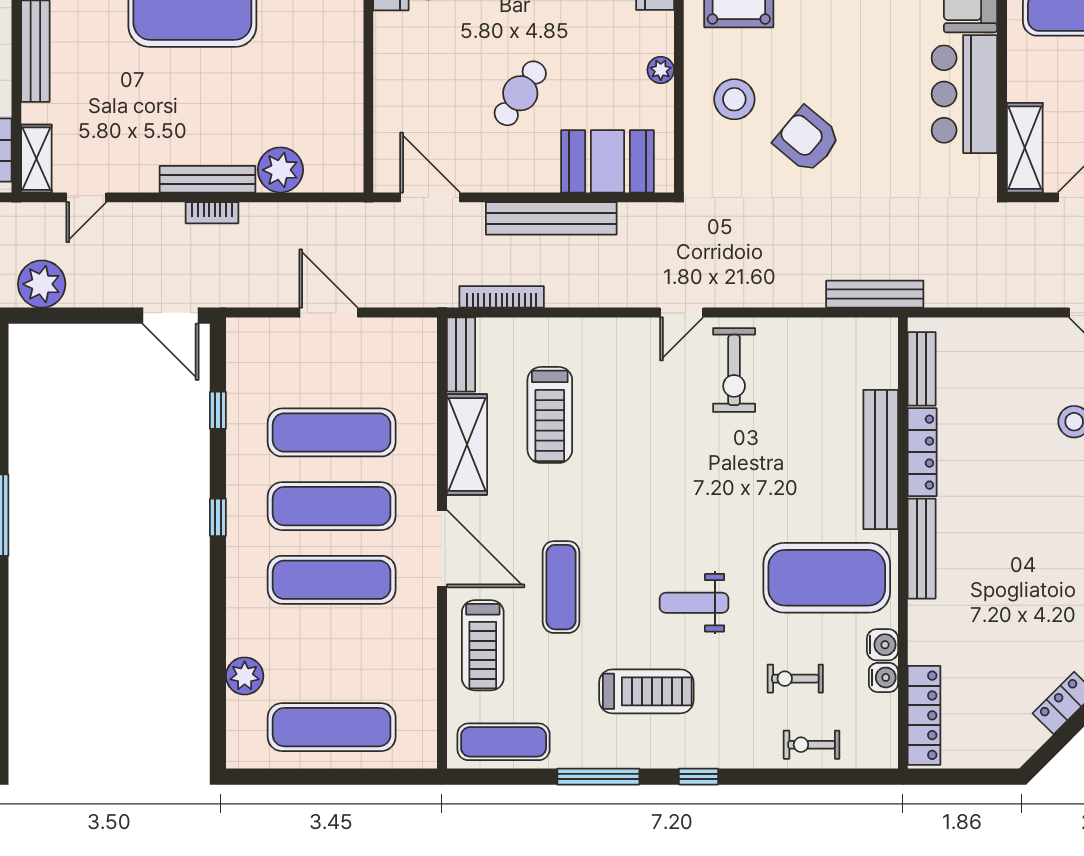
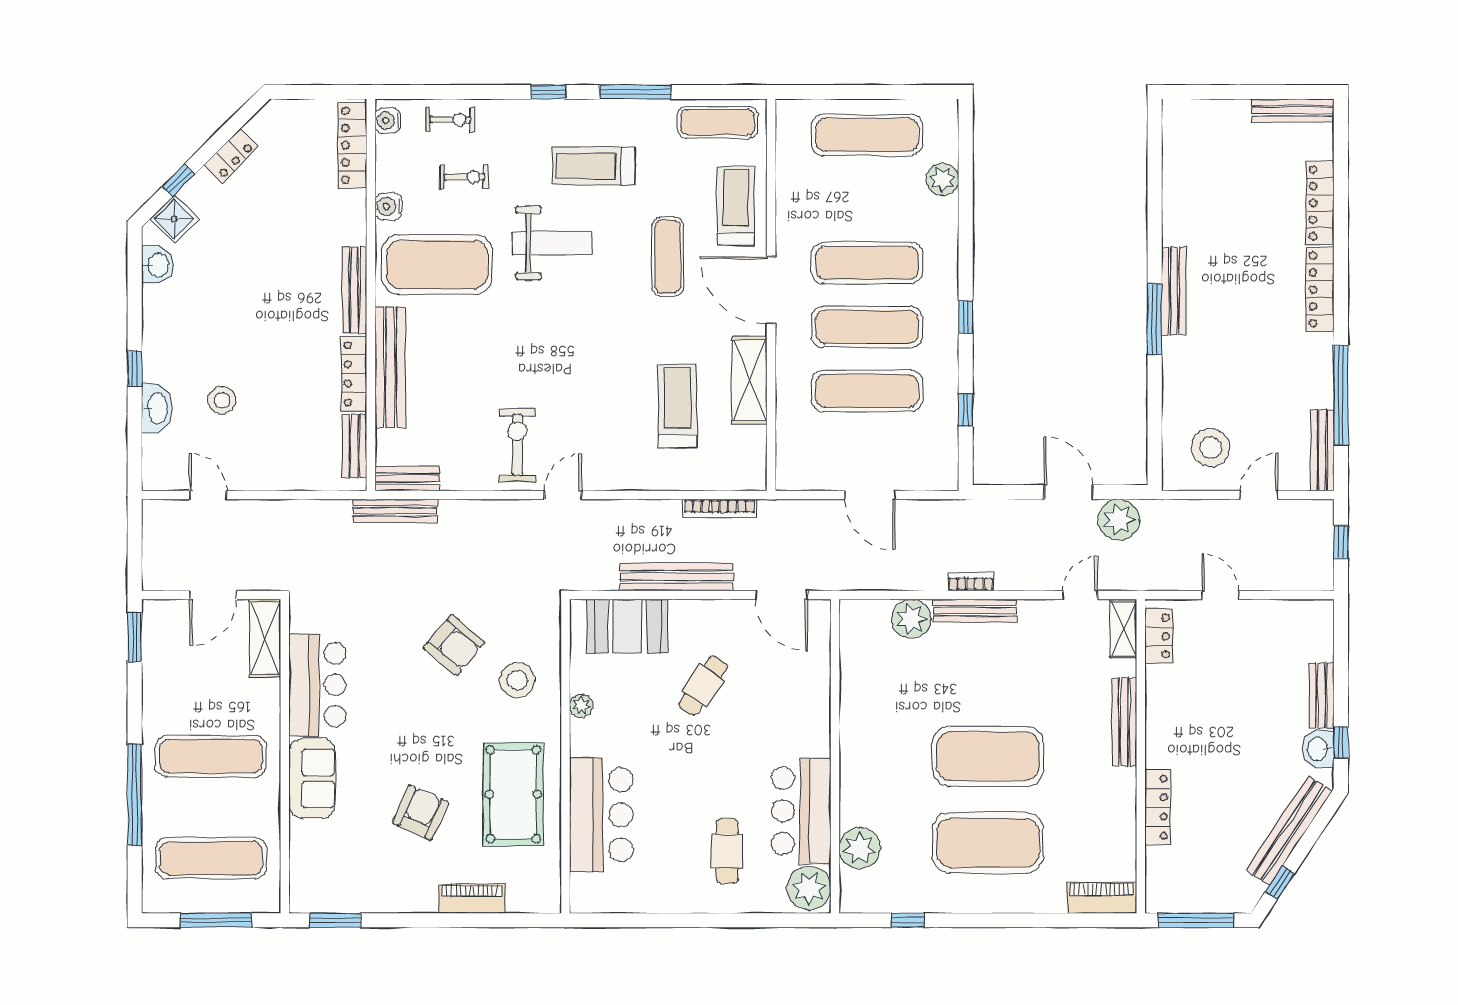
door: (170, 316) -> (1068, 492), moved
bench: (461, 354) -> (407, 478), moved, turned 90
weight bench: (694, 603) -> (552, 243), width x1.36, depth x1.33
water cooler: (883, 677) -> (388, 120), moved

